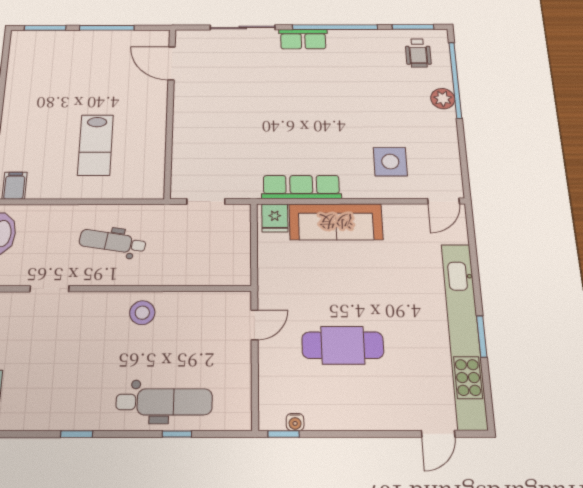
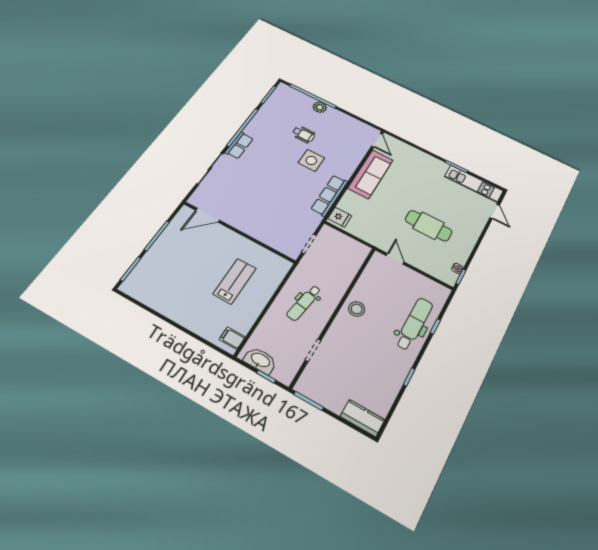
wheelchair: (418, 53) -> (304, 134), moved
lab bench: (96, 145) -> (235, 281), turned -90
side table: (390, 162) -> (311, 160), moved
sofa: (336, 222) -> (370, 174), moved
kitchen unit: (464, 334) -> (474, 184), width x0.54
cafe table: (343, 345) -> (429, 226), turned 90

